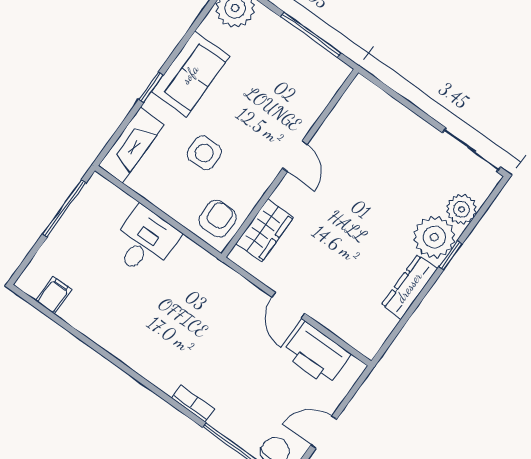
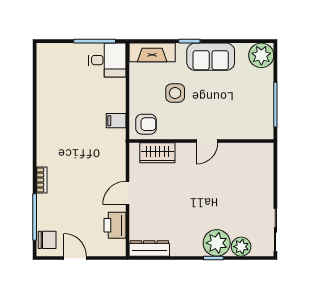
desk: (145, 241) -> (107, 60), moved
dresser: (409, 287) -> (149, 248), moved
filing cabinet: (54, 295) -> (116, 121), moved, turned 180
printer: (317, 354) -> (115, 225), width x0.73, depth x0.84

